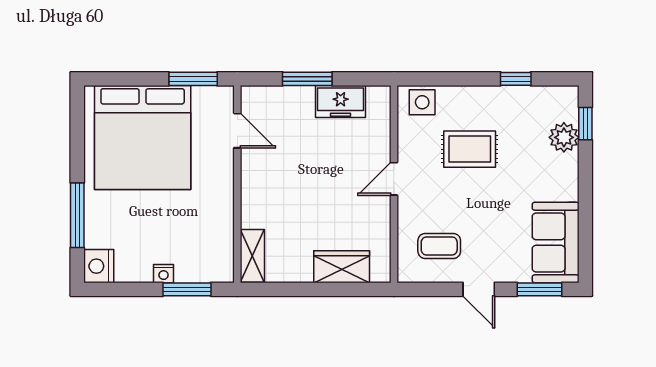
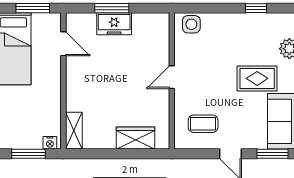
freezer: (341, 102) -> (114, 24), moved
rug: (470, 149) -> (257, 78), moved
nightstand: (164, 274) -> (50, 143), moved

